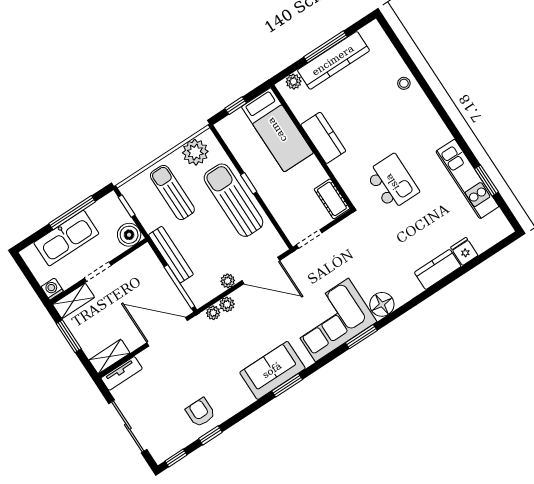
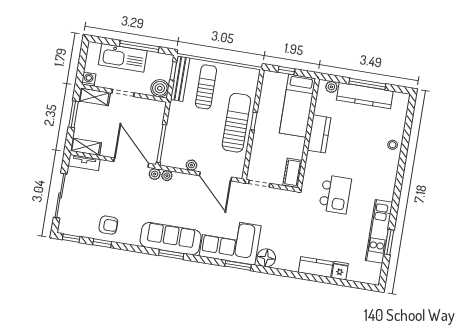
plant: (195, 152) -> (240, 76), removed
bench: (171, 255) -> (180, 79), moved
plant: (227, 304) -> (155, 174), moved
sofa: (272, 370) -> (171, 239), width x1.36
armchair: (200, 412) -> (108, 225), turned 90

